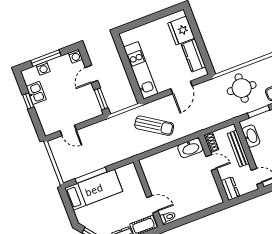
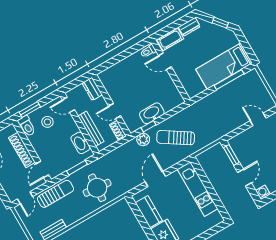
plant: (187, 129) -> (143, 139), added
window: (180, 142) -> (149, 126), added
washbasin: (190, 148) -> (152, 113), moved

